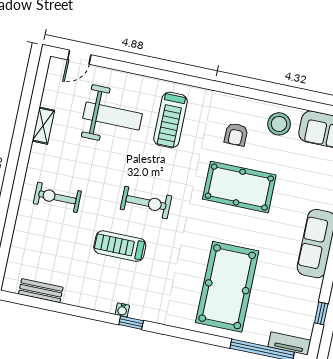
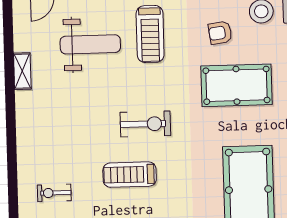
armchair: (236, 134) -> (220, 33), turned 82
exercise bike: (57, 197) -> (54, 193), moved, width x0.73, depth x0.72

